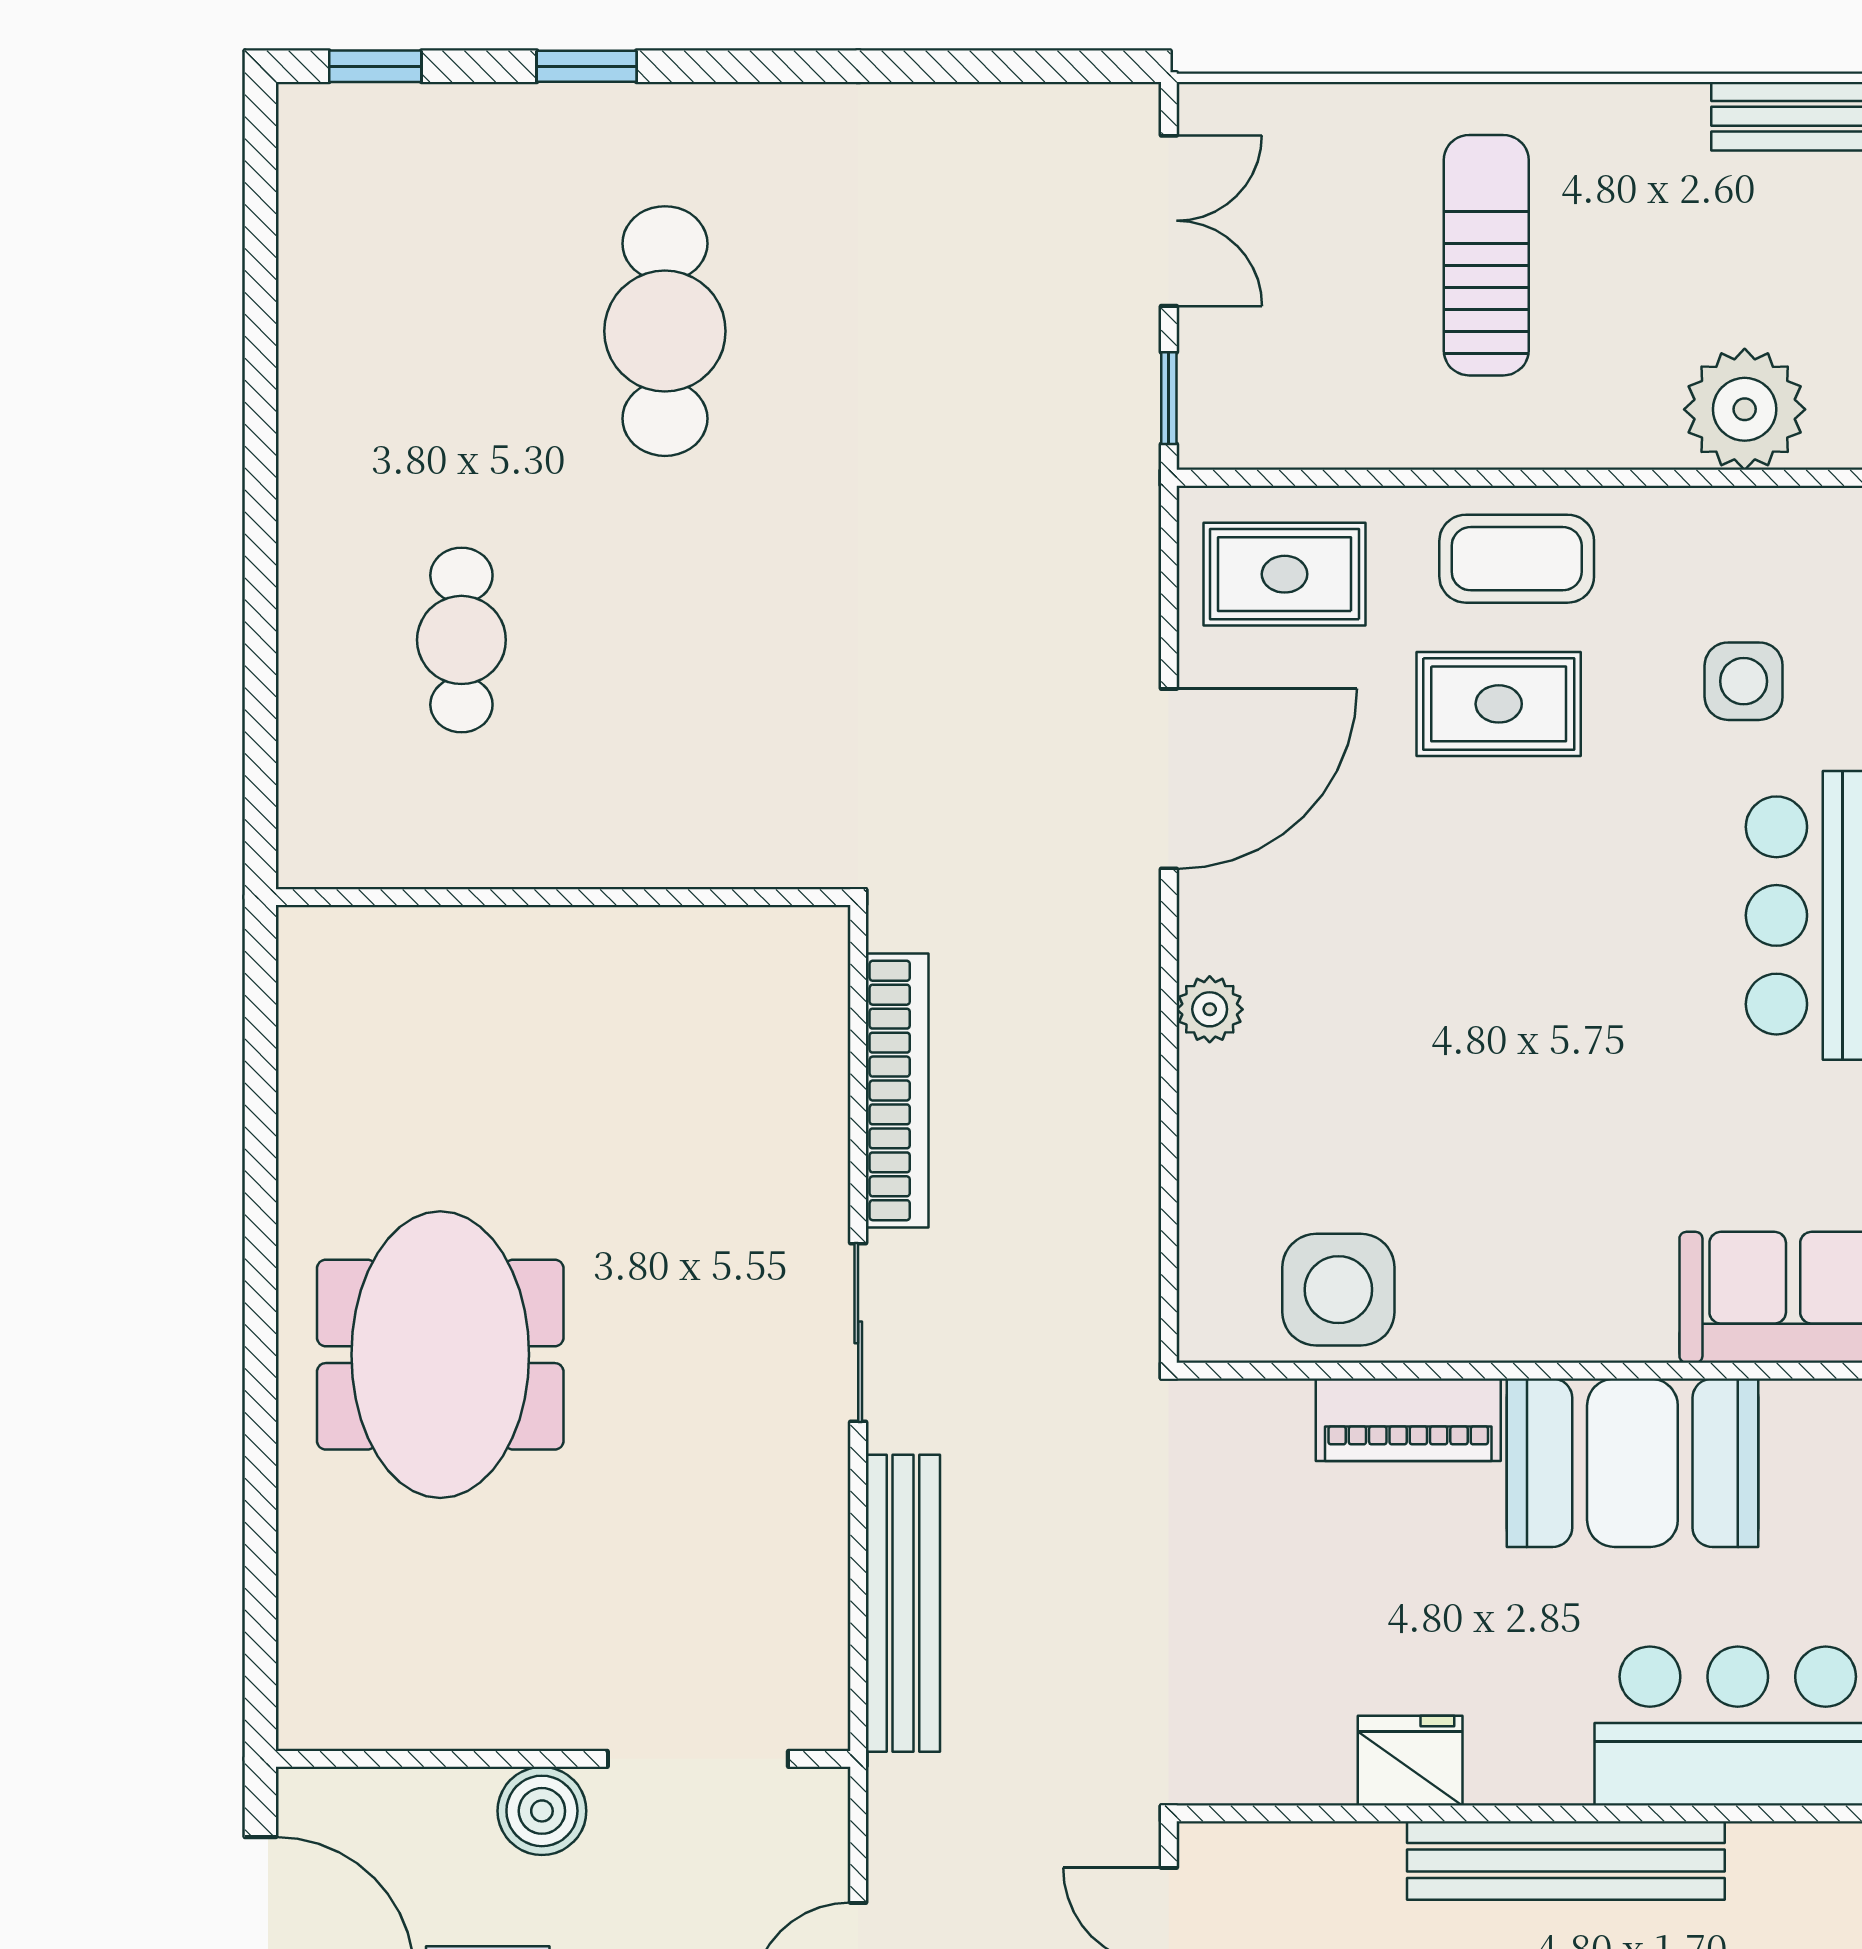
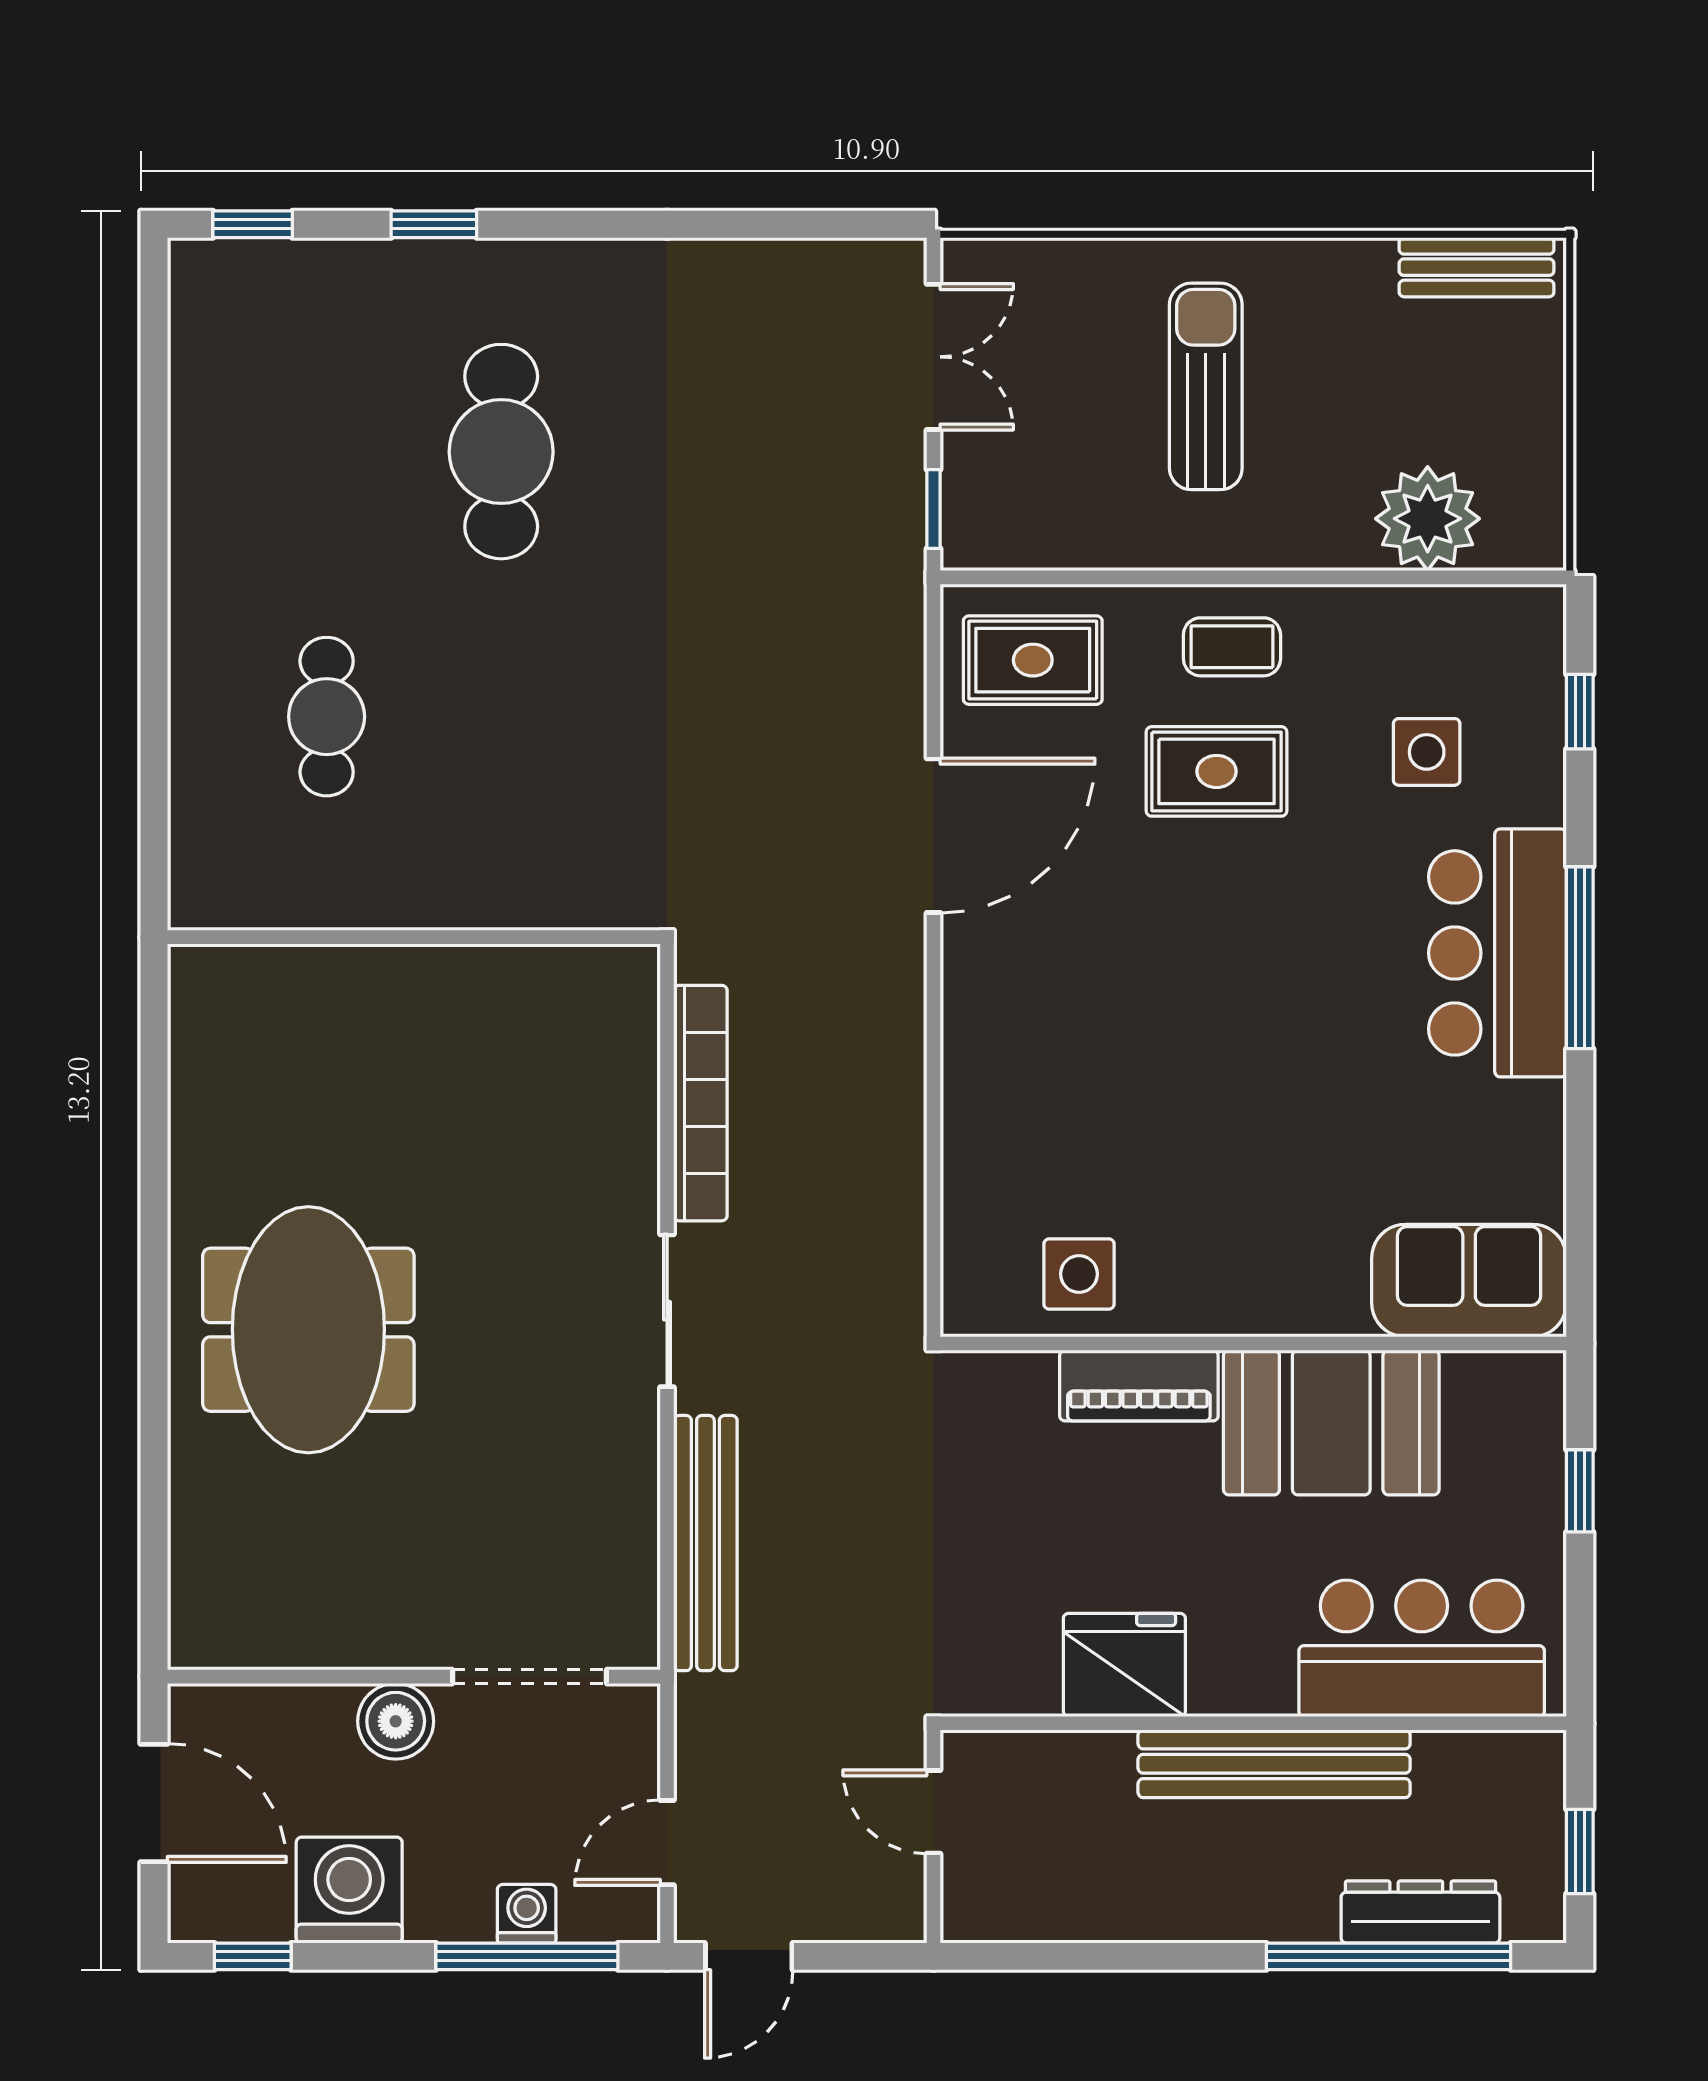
coffee table: (1517, 559) -> (1232, 647), width x0.73, depth x0.77
plant: (1210, 1009) -> (969, 1033), removed
side table: (1338, 1290) -> (1079, 1274), width x0.73, depth x0.73
fridge: (1410, 1761) -> (1124, 1665), width x1.36, depth x1.34

